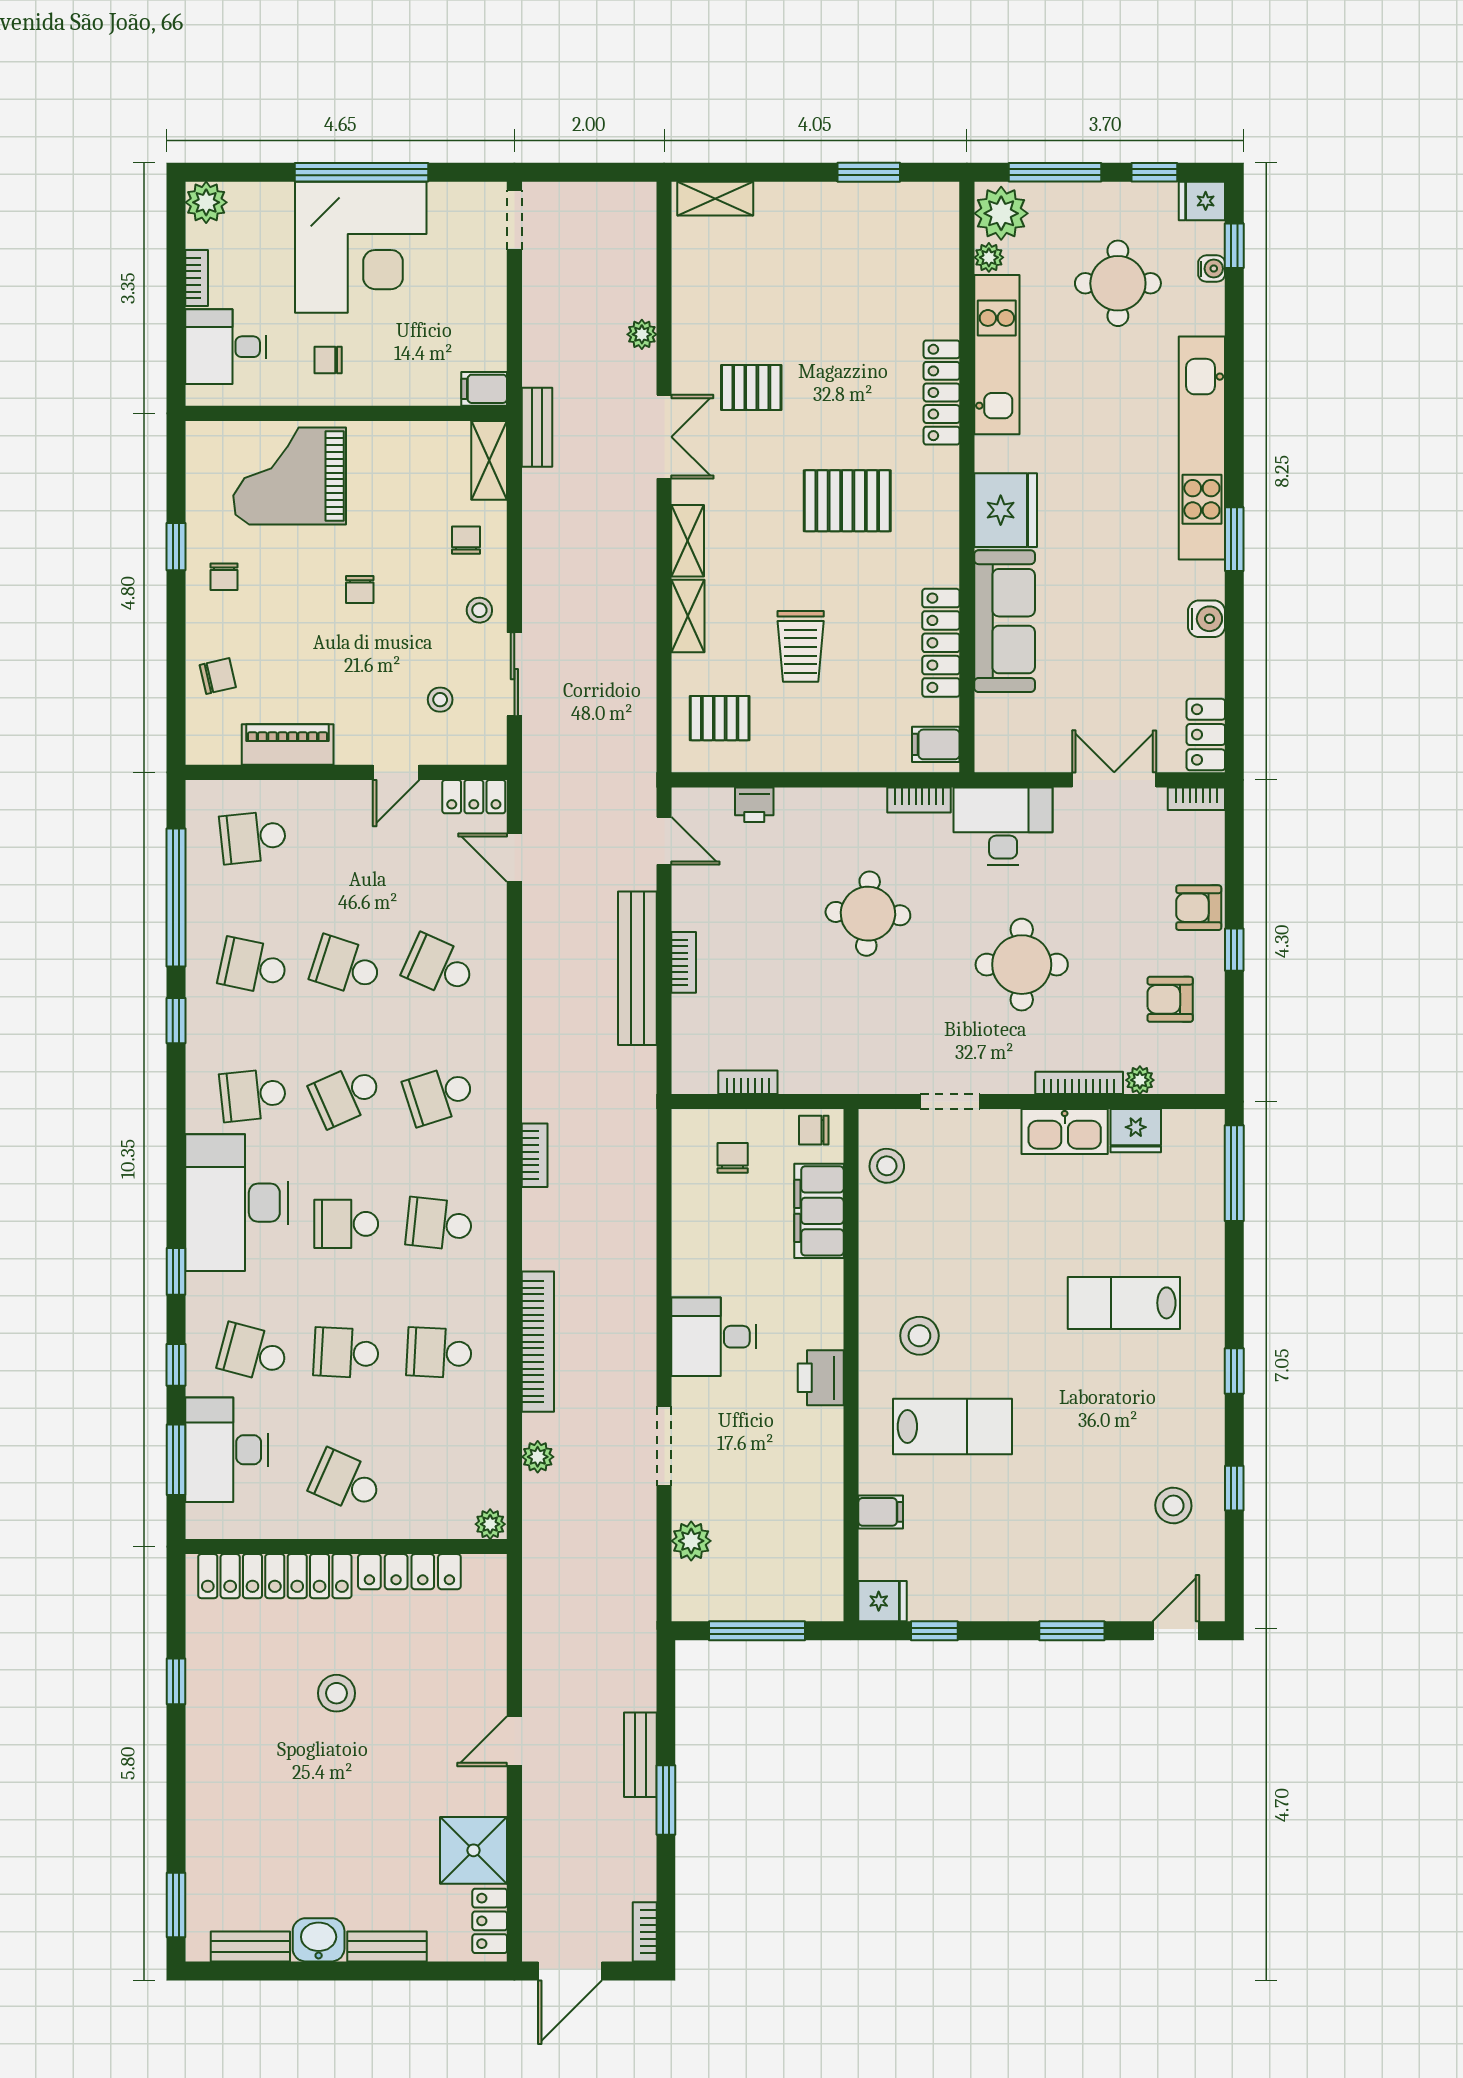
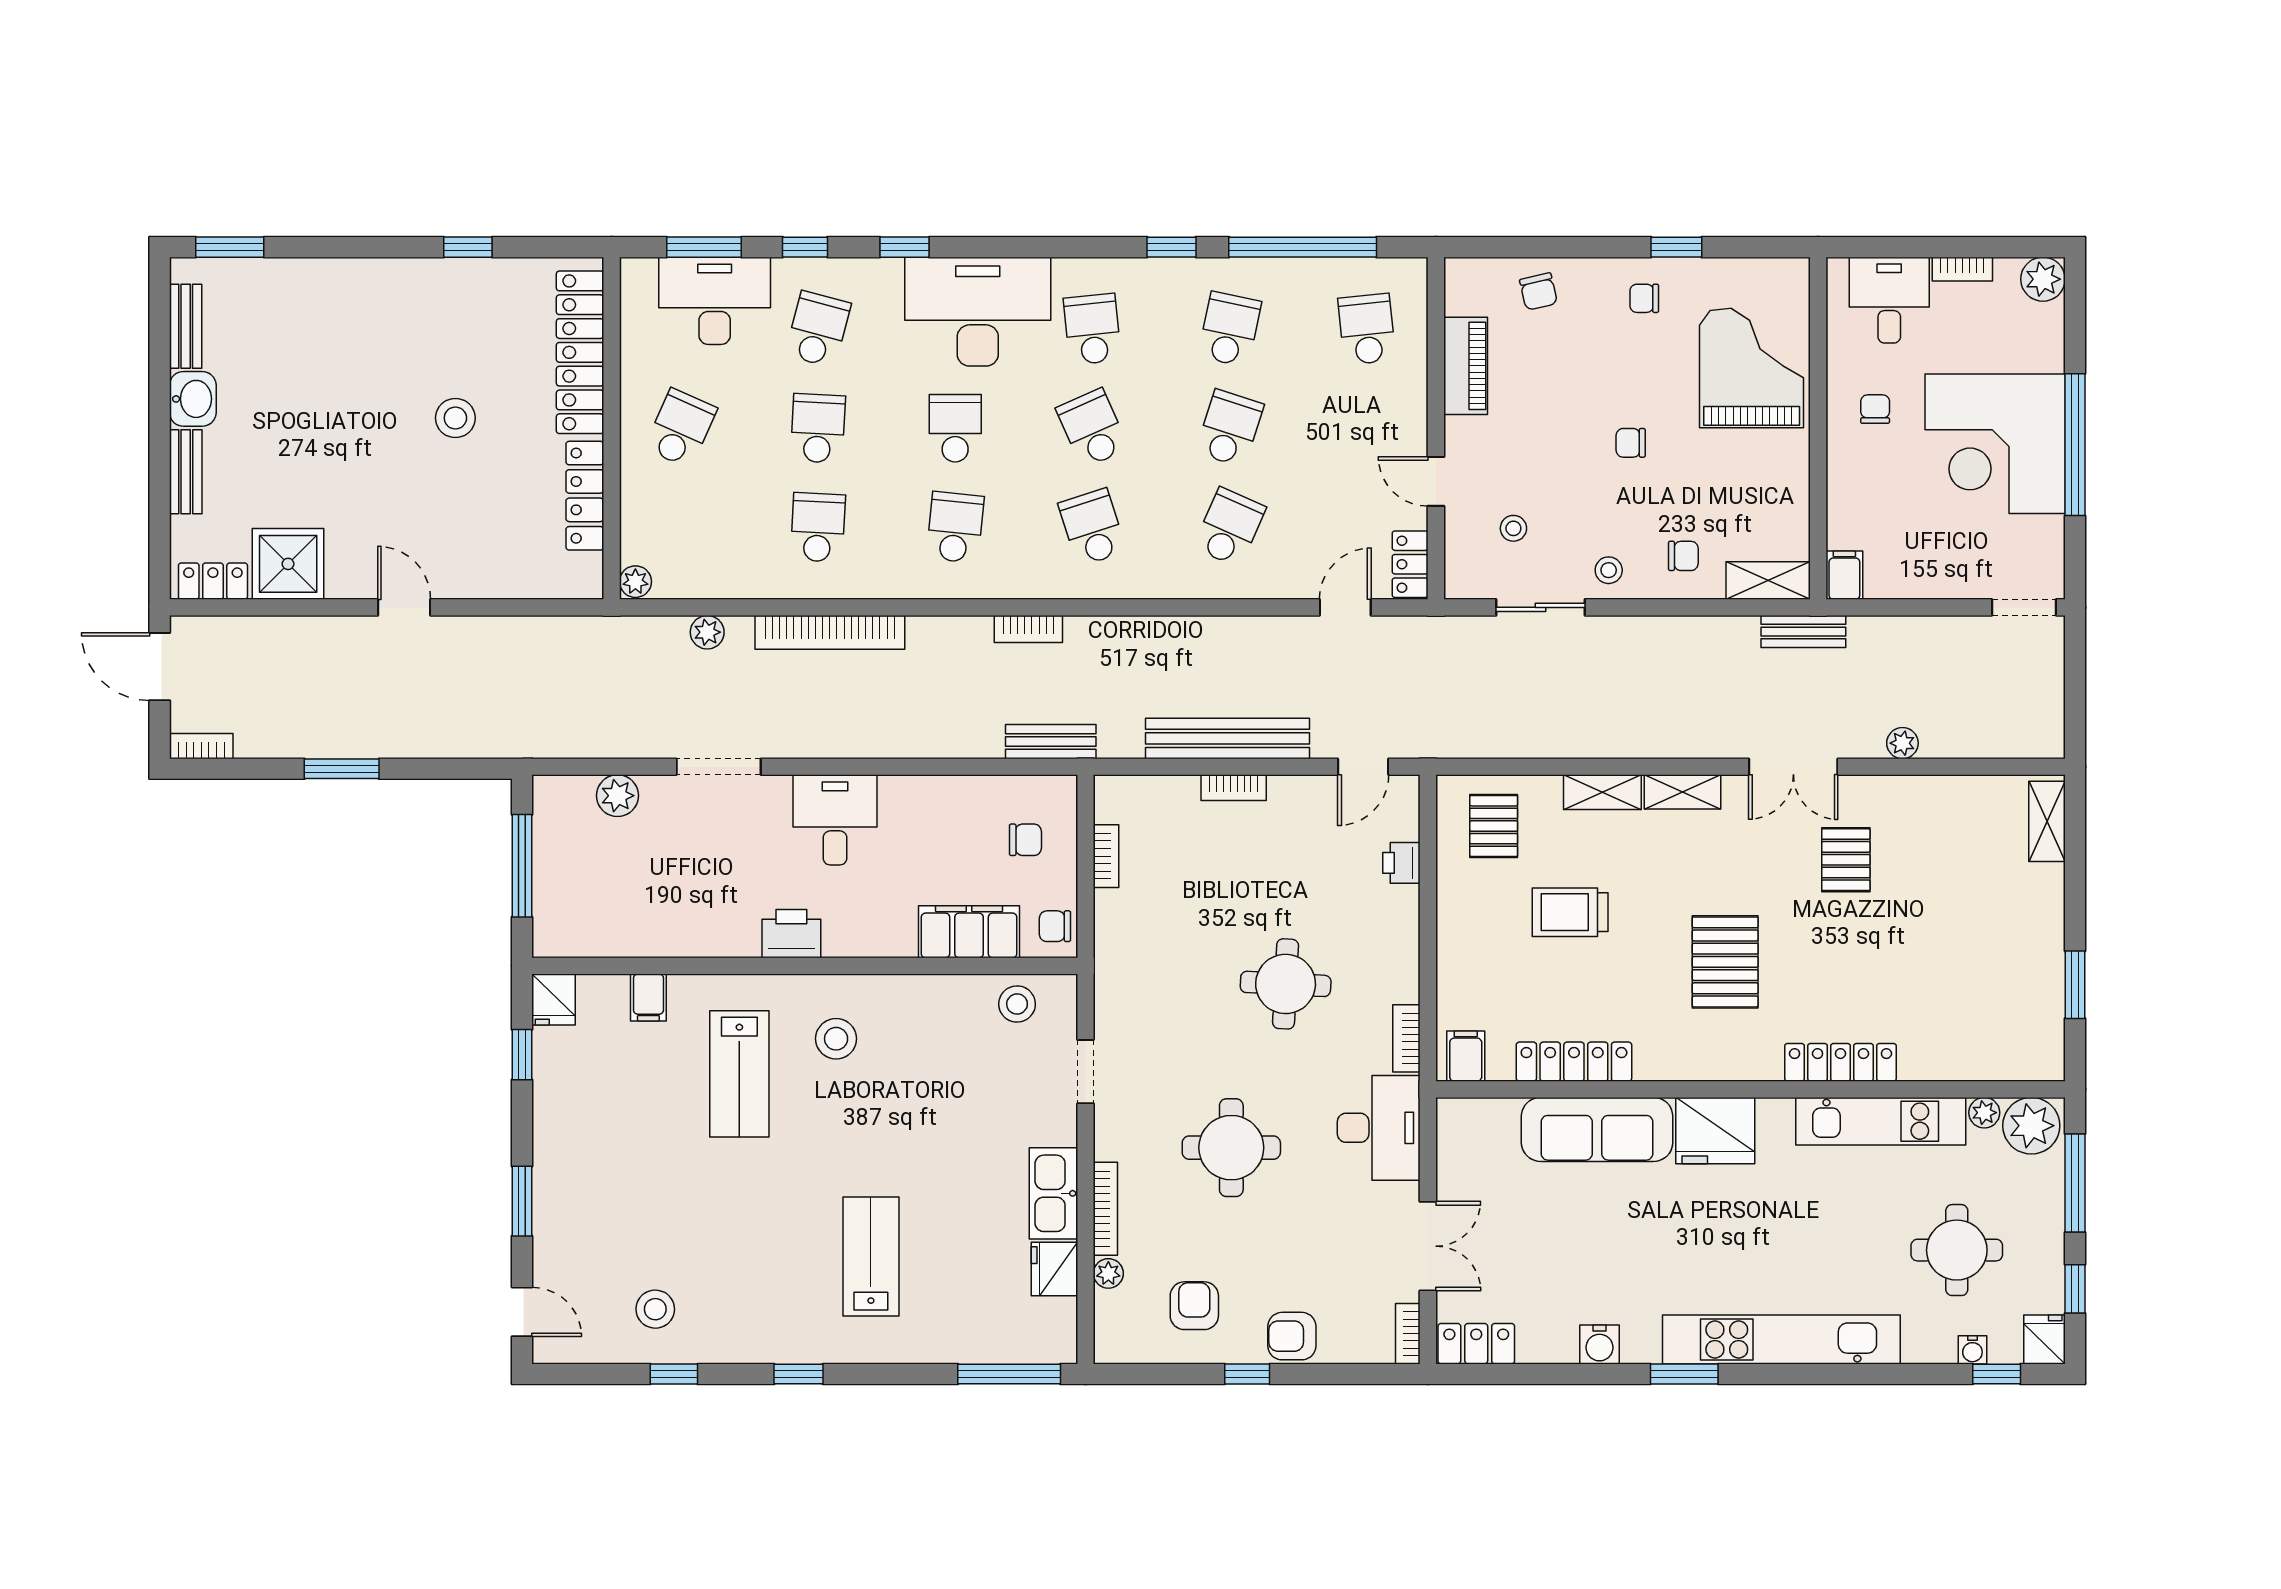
armchair: (1199, 908) -> (1292, 1336), turned -90
chair: (814, 1130) -> (1055, 926), turned -90
bench: (640, 1755) -> (1051, 742), moved

